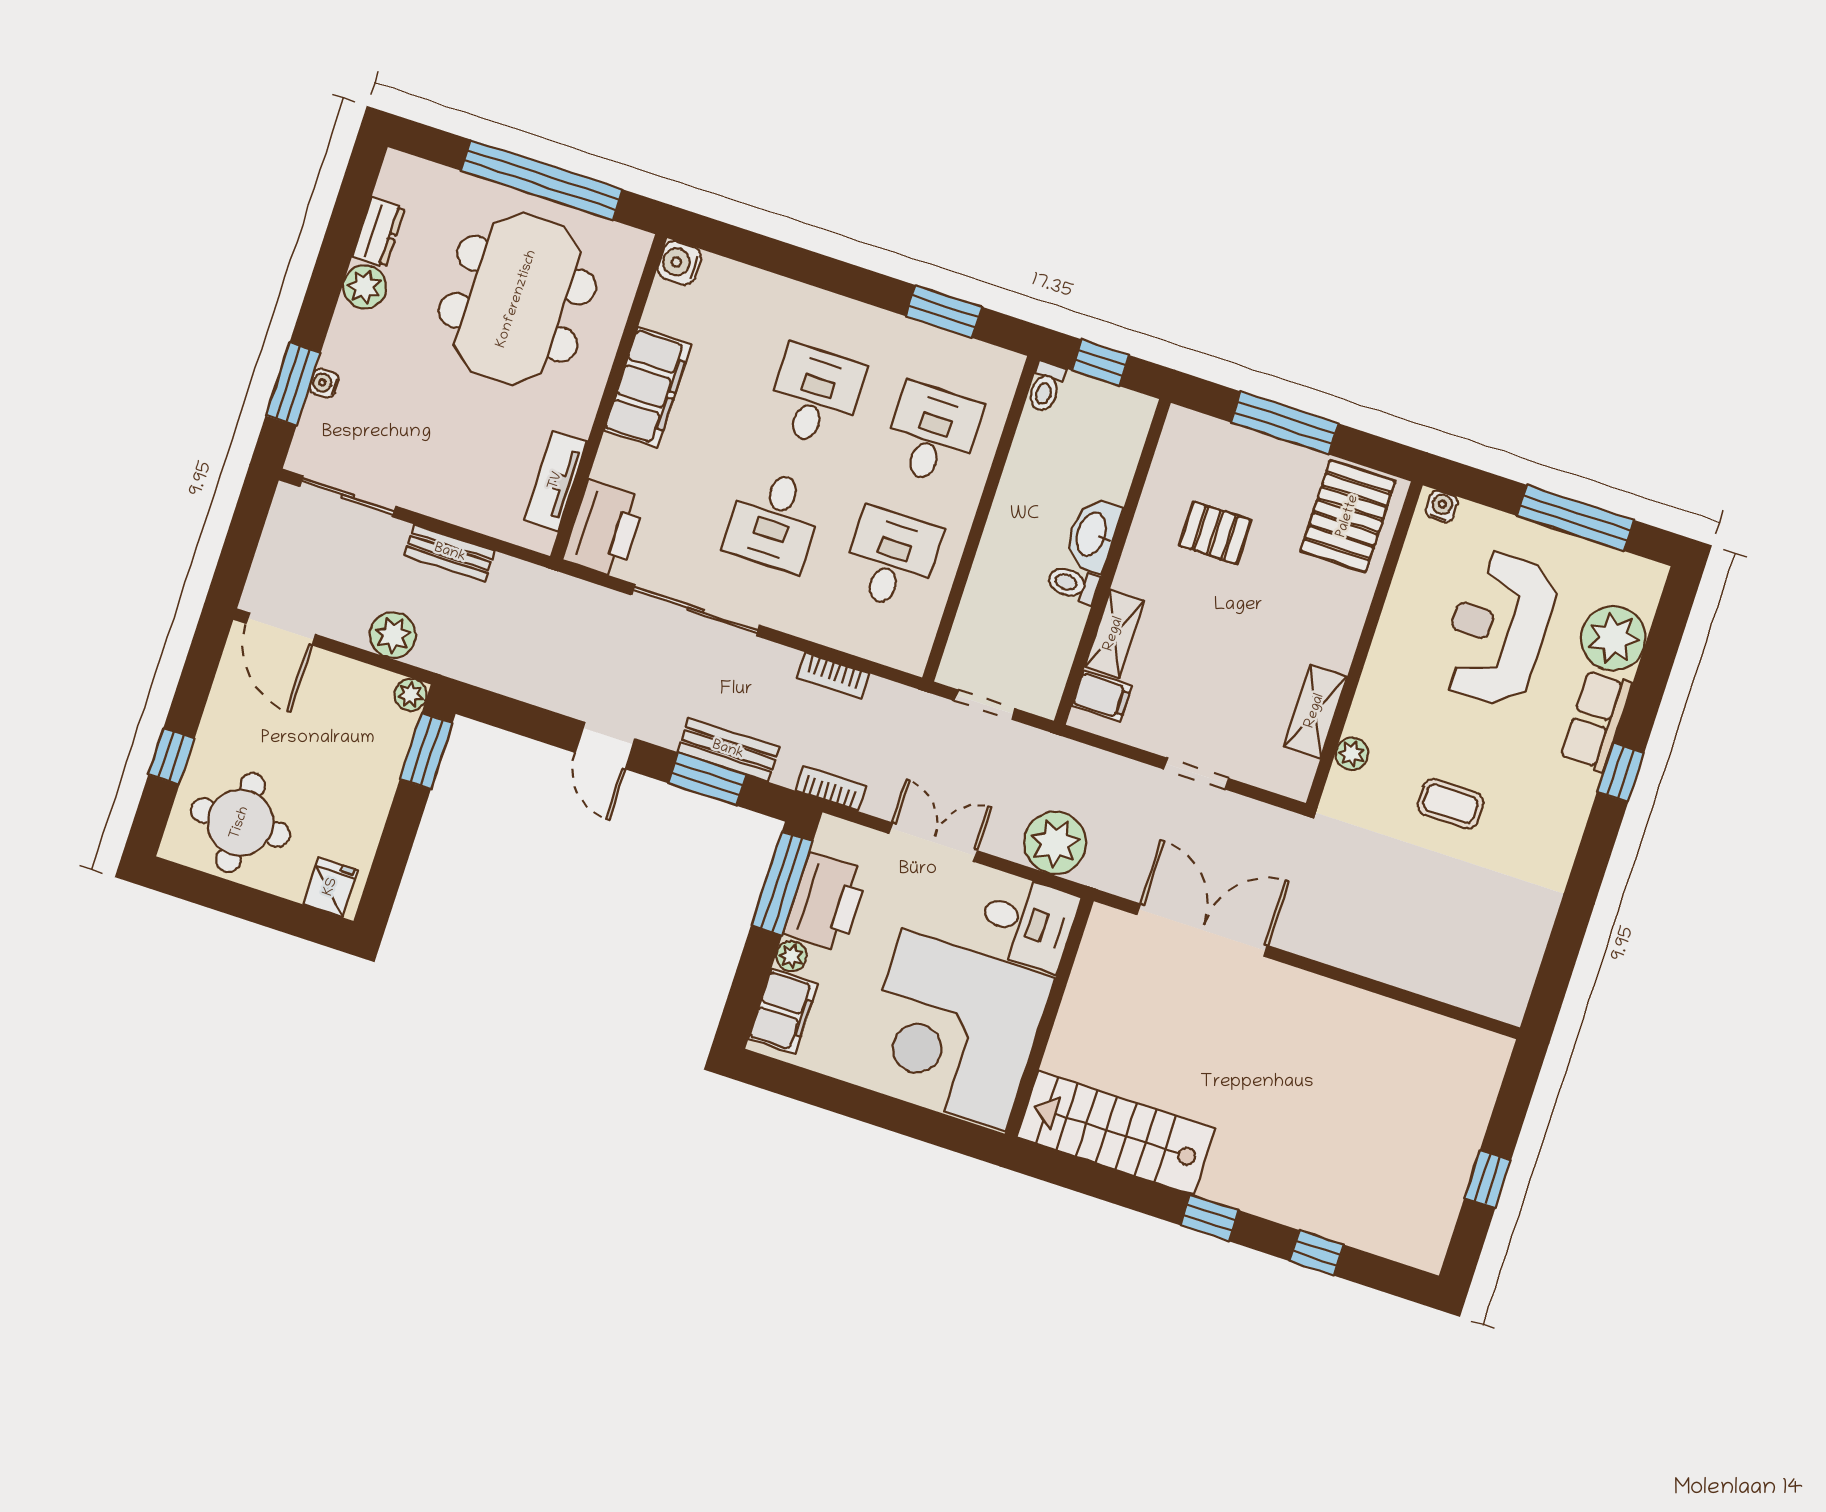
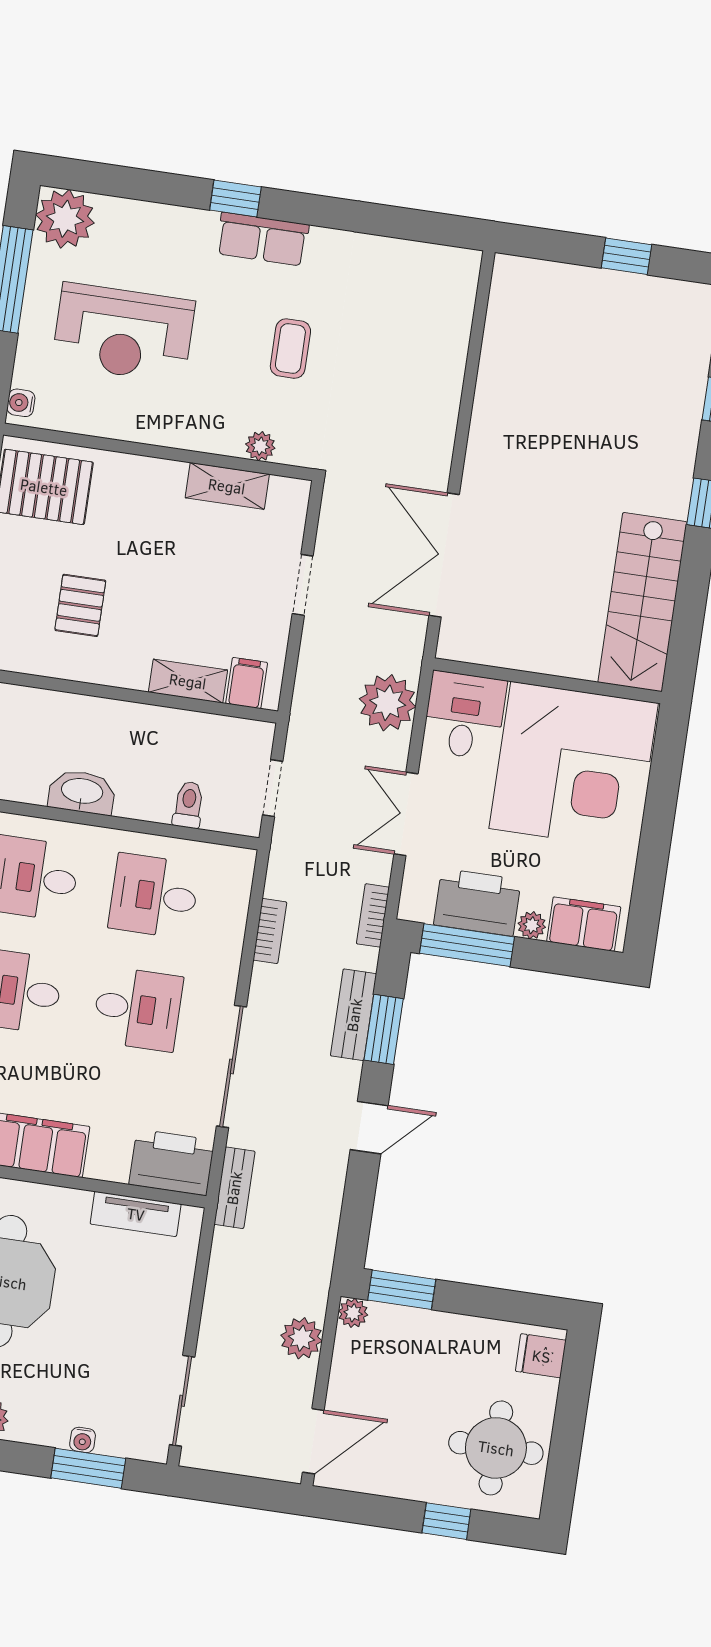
washbasin: (1092, 535) -> (82, 792), moved, turned 180
bench: (450, 553) -> (234, 1188), moved
toilet: (1073, 584) -> (188, 805), moved, turned 180
plant: (1613, 638) -> (65, 219), moved
row of seats: (1596, 721) -> (262, 239), moved

